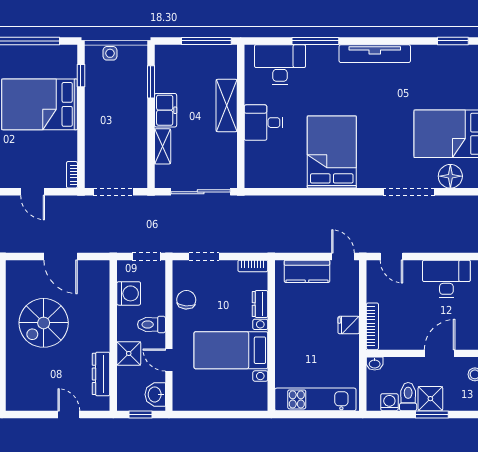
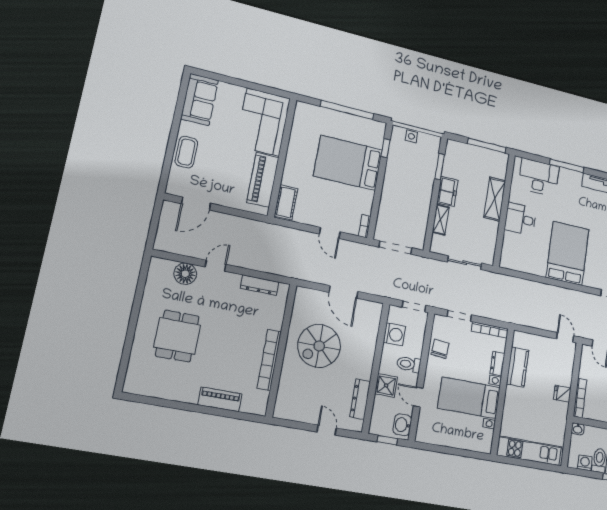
sliding door: (201, 192) -> (465, 263), width x0.73
bookcase: (253, 266) -> (490, 330), width x1.56
kitchen counter: (307, 271) -> (517, 367), moved, turned -90

